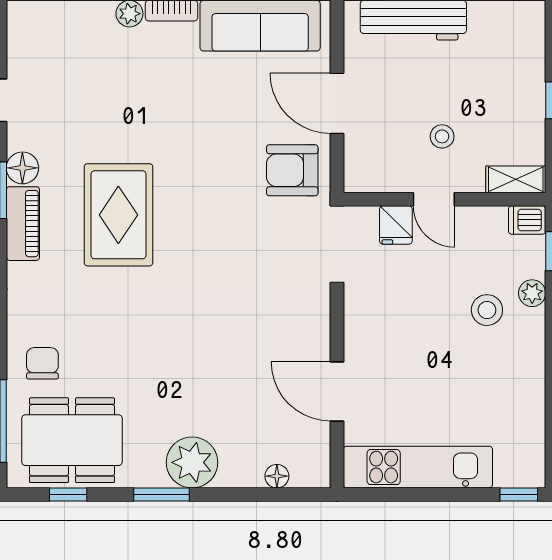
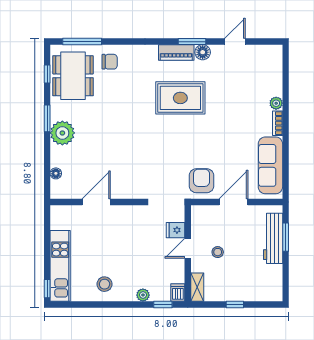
stool: (487, 310) -> (105, 284), moved
kitchen unit: (418, 467) -> (60, 266), moved

